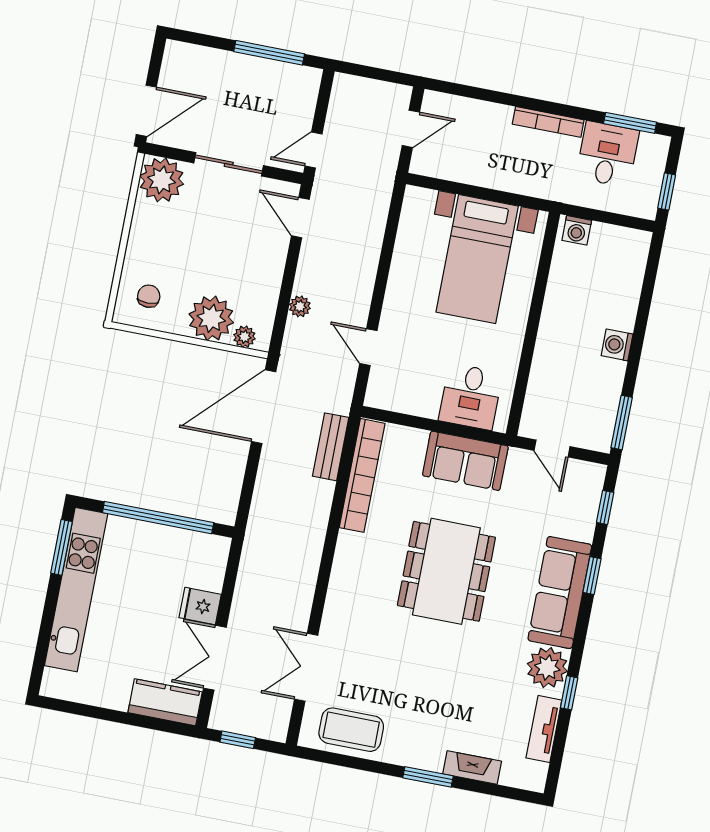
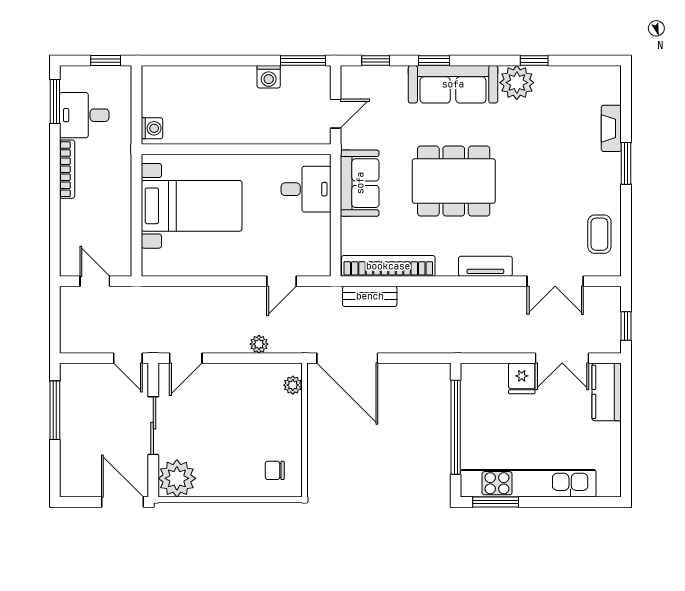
plant: (211, 318) -> (283, 415), removed
washing machine: (617, 345) -> (269, 77), moved
tv unit: (544, 729) -> (485, 266), moved, turned 180
coffee table: (351, 730) -> (599, 234), width x0.73, depth x0.77

